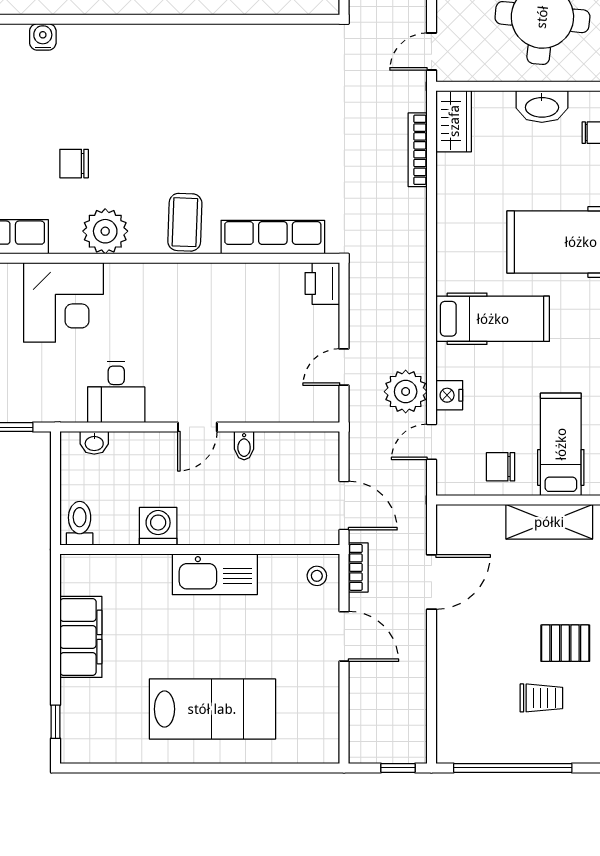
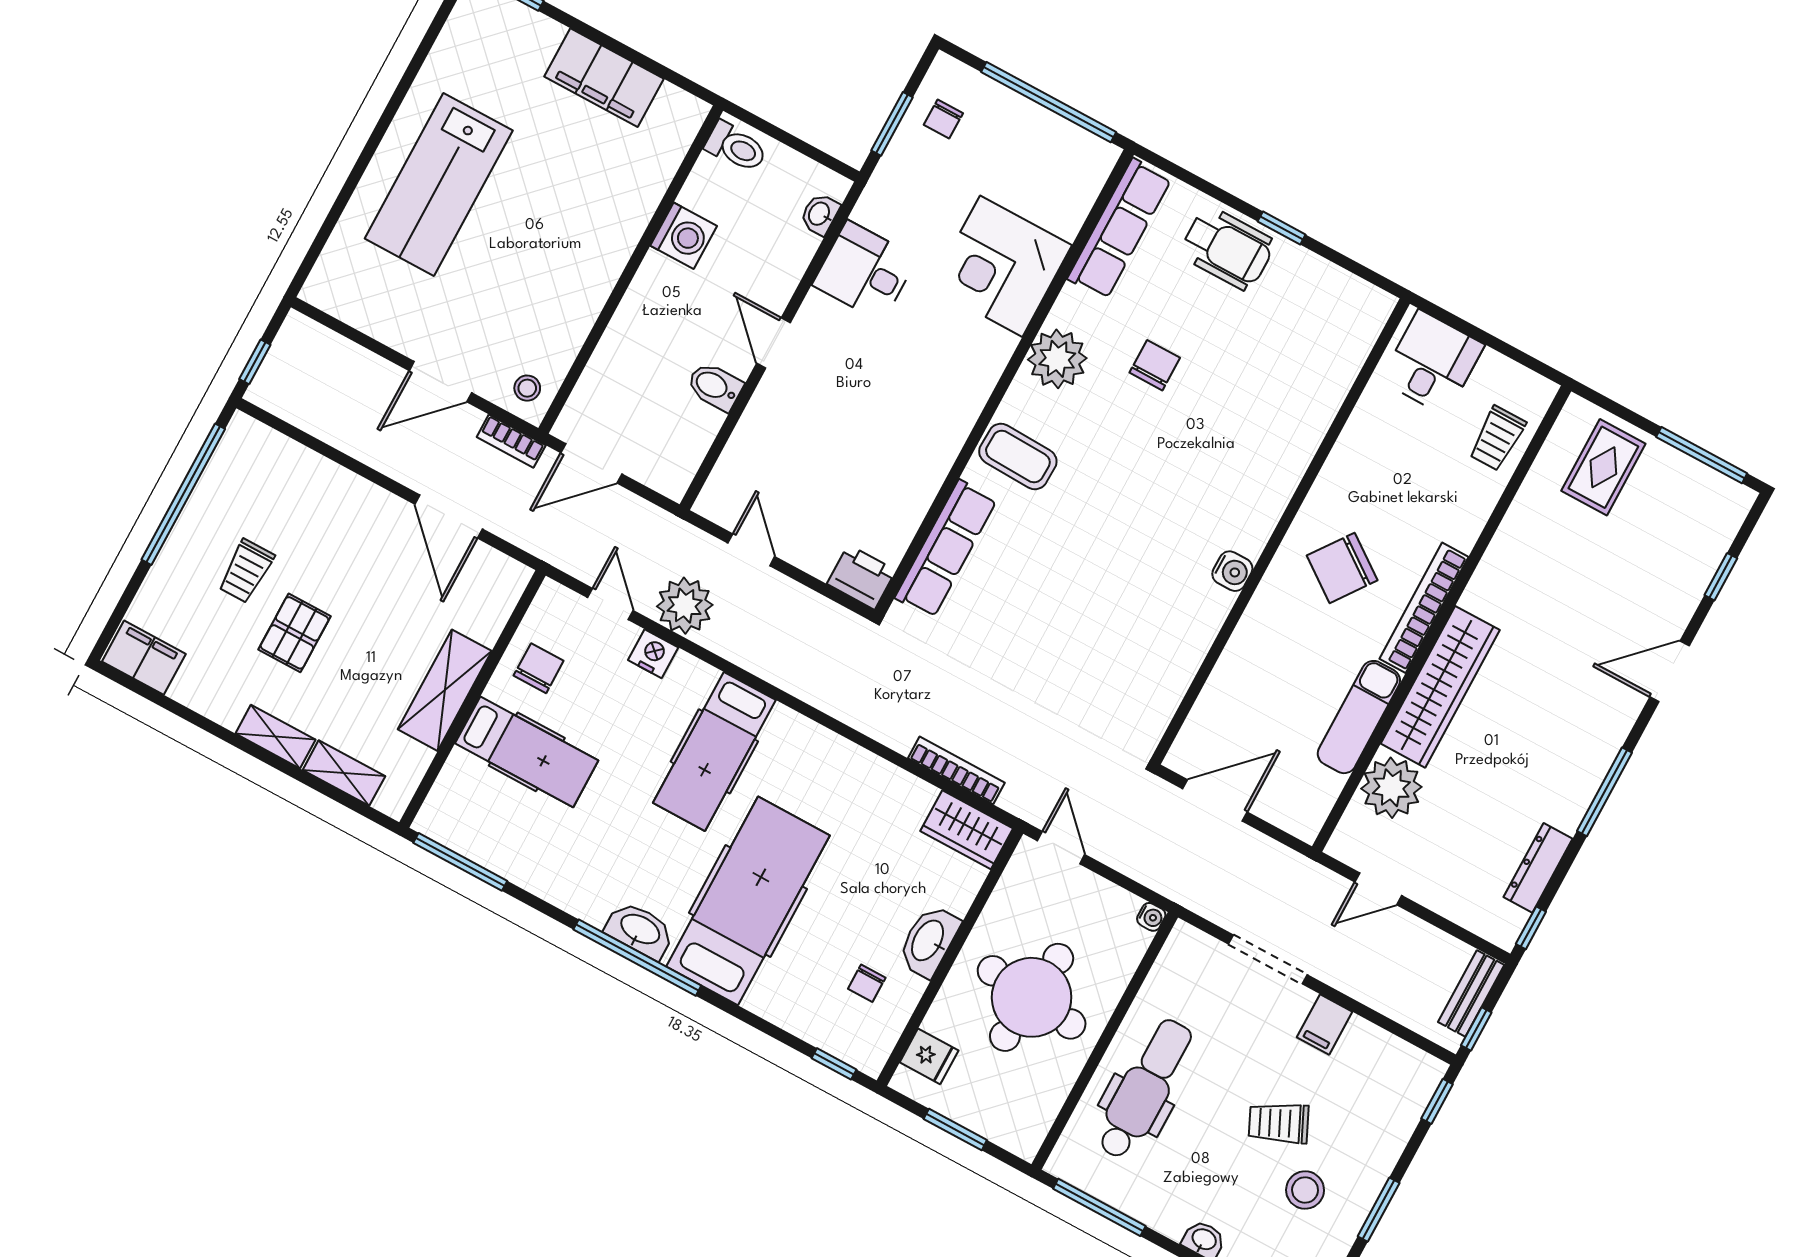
water cooler: (43, 37) -> (1232, 571), moved
bidet: (244, 446) -> (715, 386), width x1.38, depth x1.36
kitchen sink: (215, 574) -> (593, 271), removed

